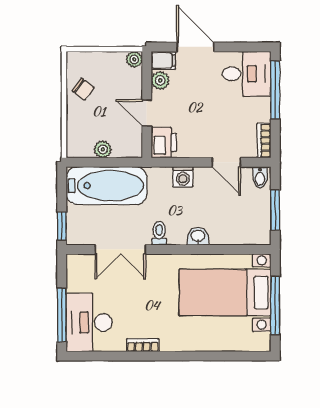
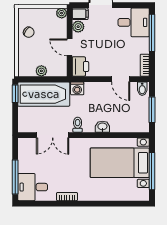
washing machine: (183, 177) -> (77, 88), moved
window: (62, 226) -> (15, 94), moved
desk: (89, 322) -> (33, 187), width x0.73

